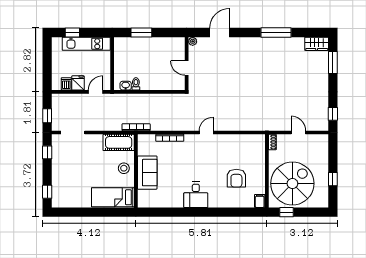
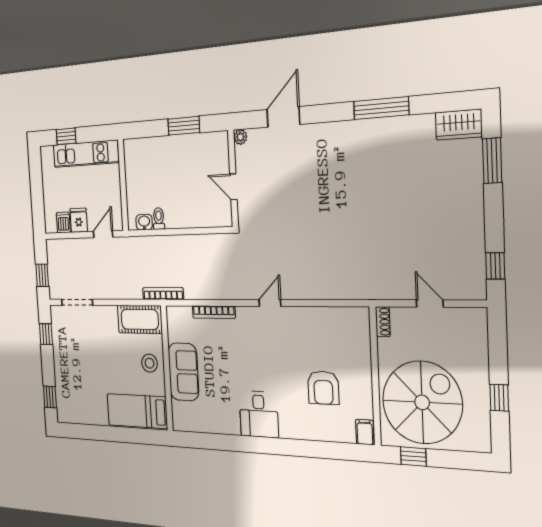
window: (141, 33) -> (184, 126), moved

